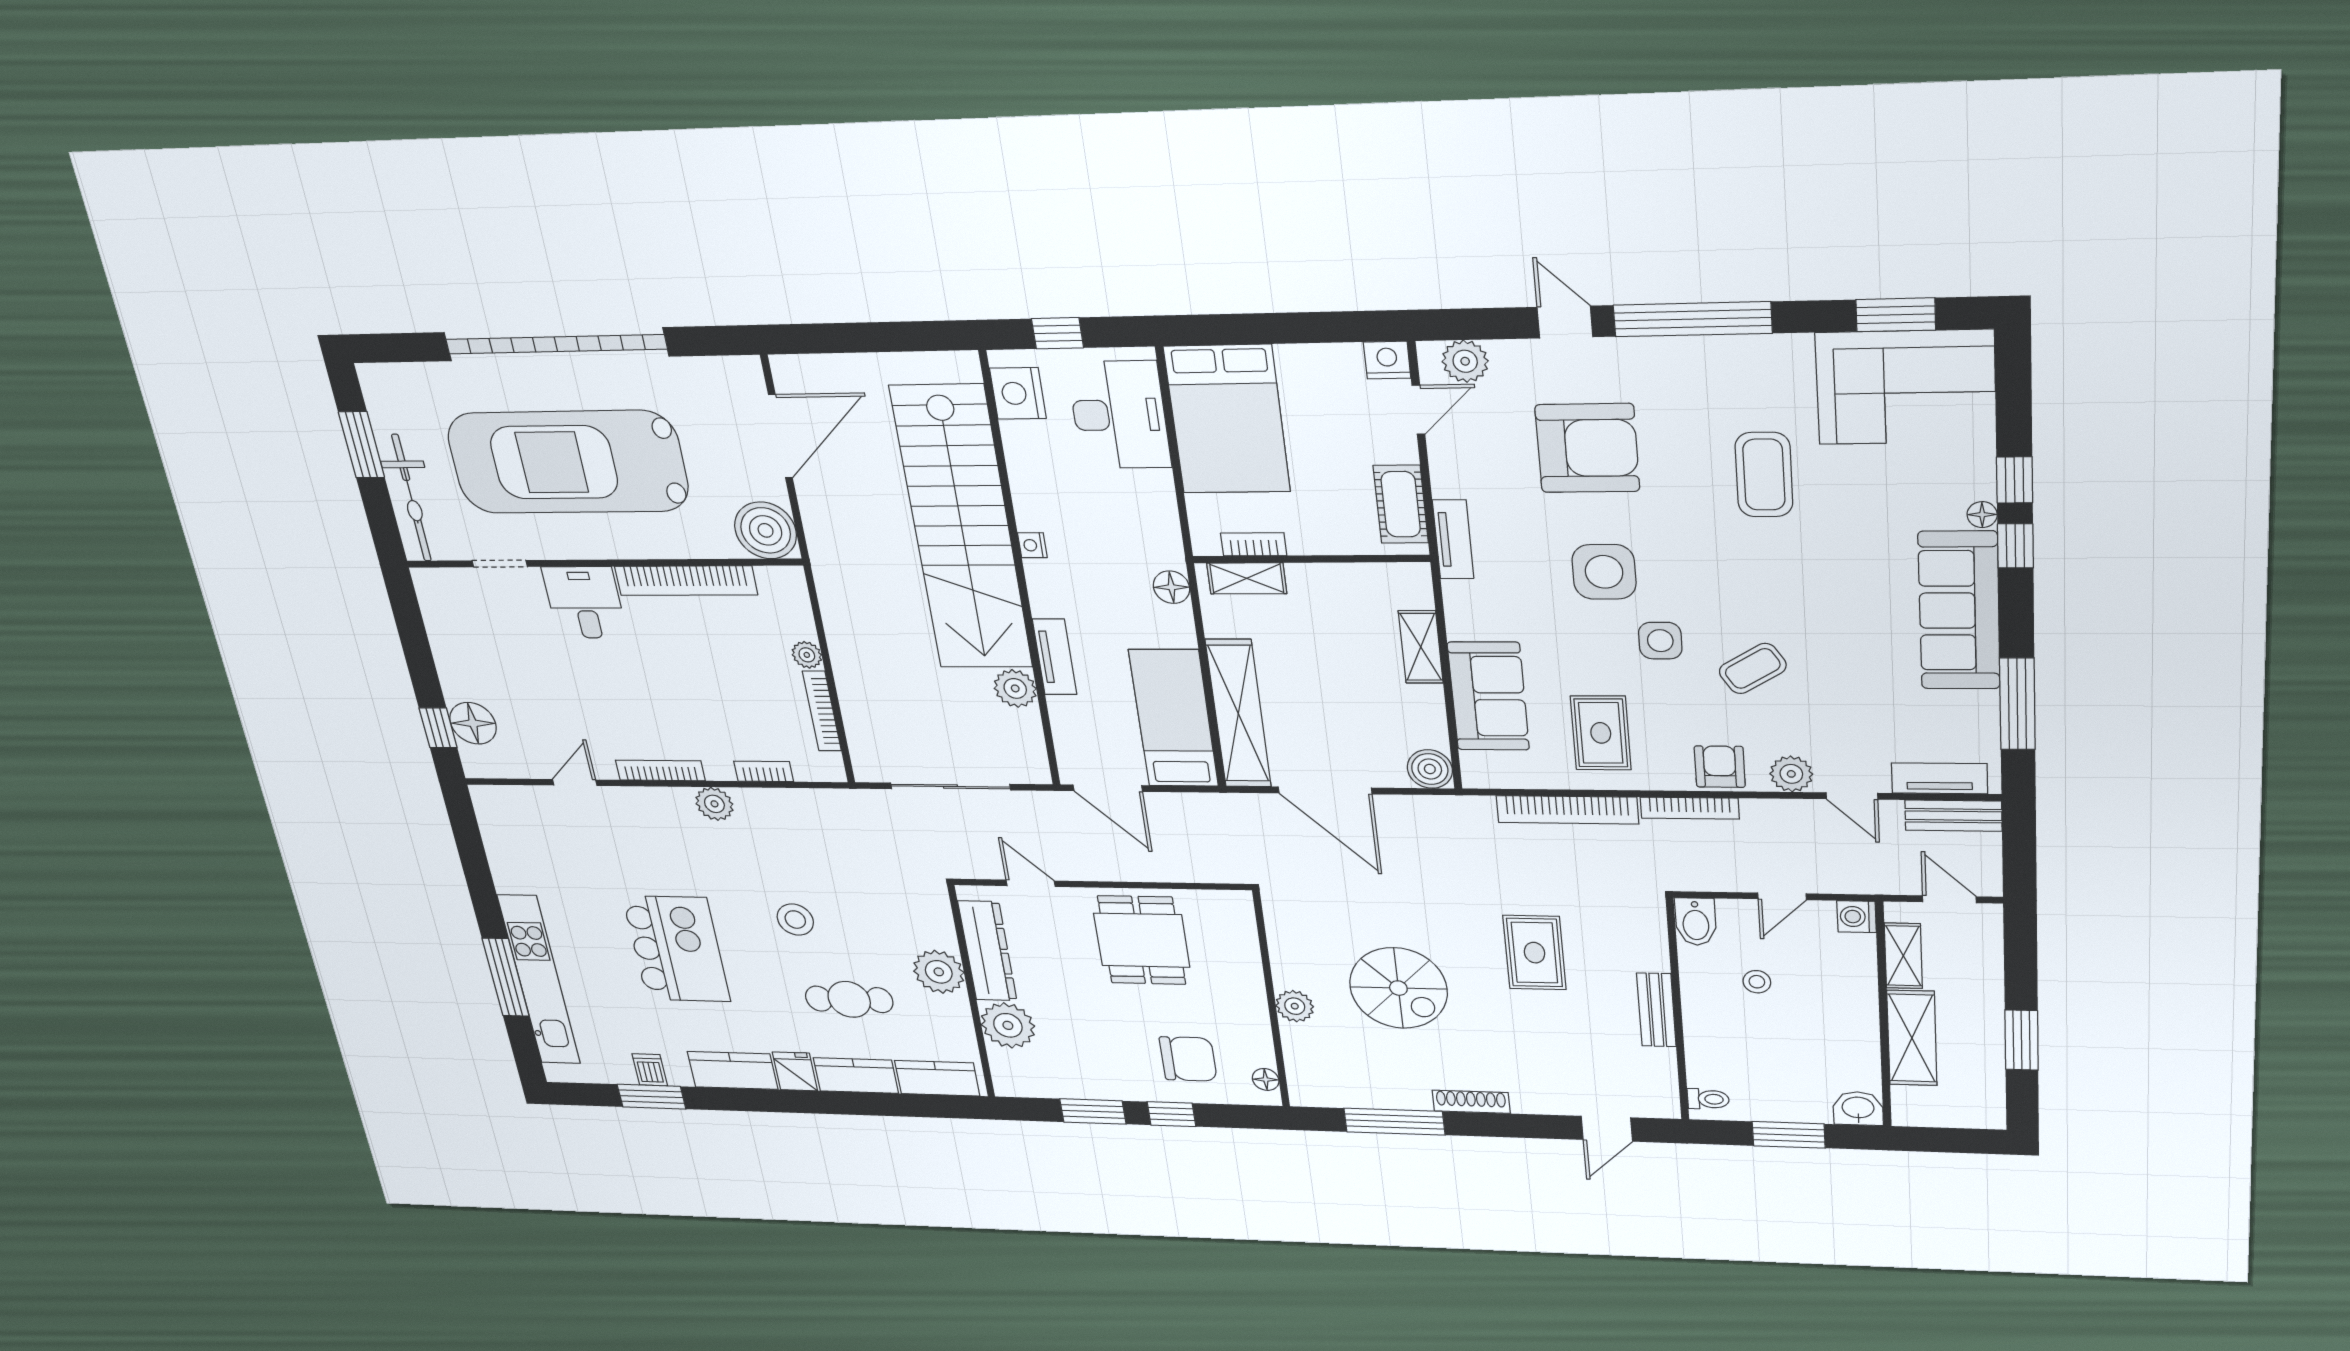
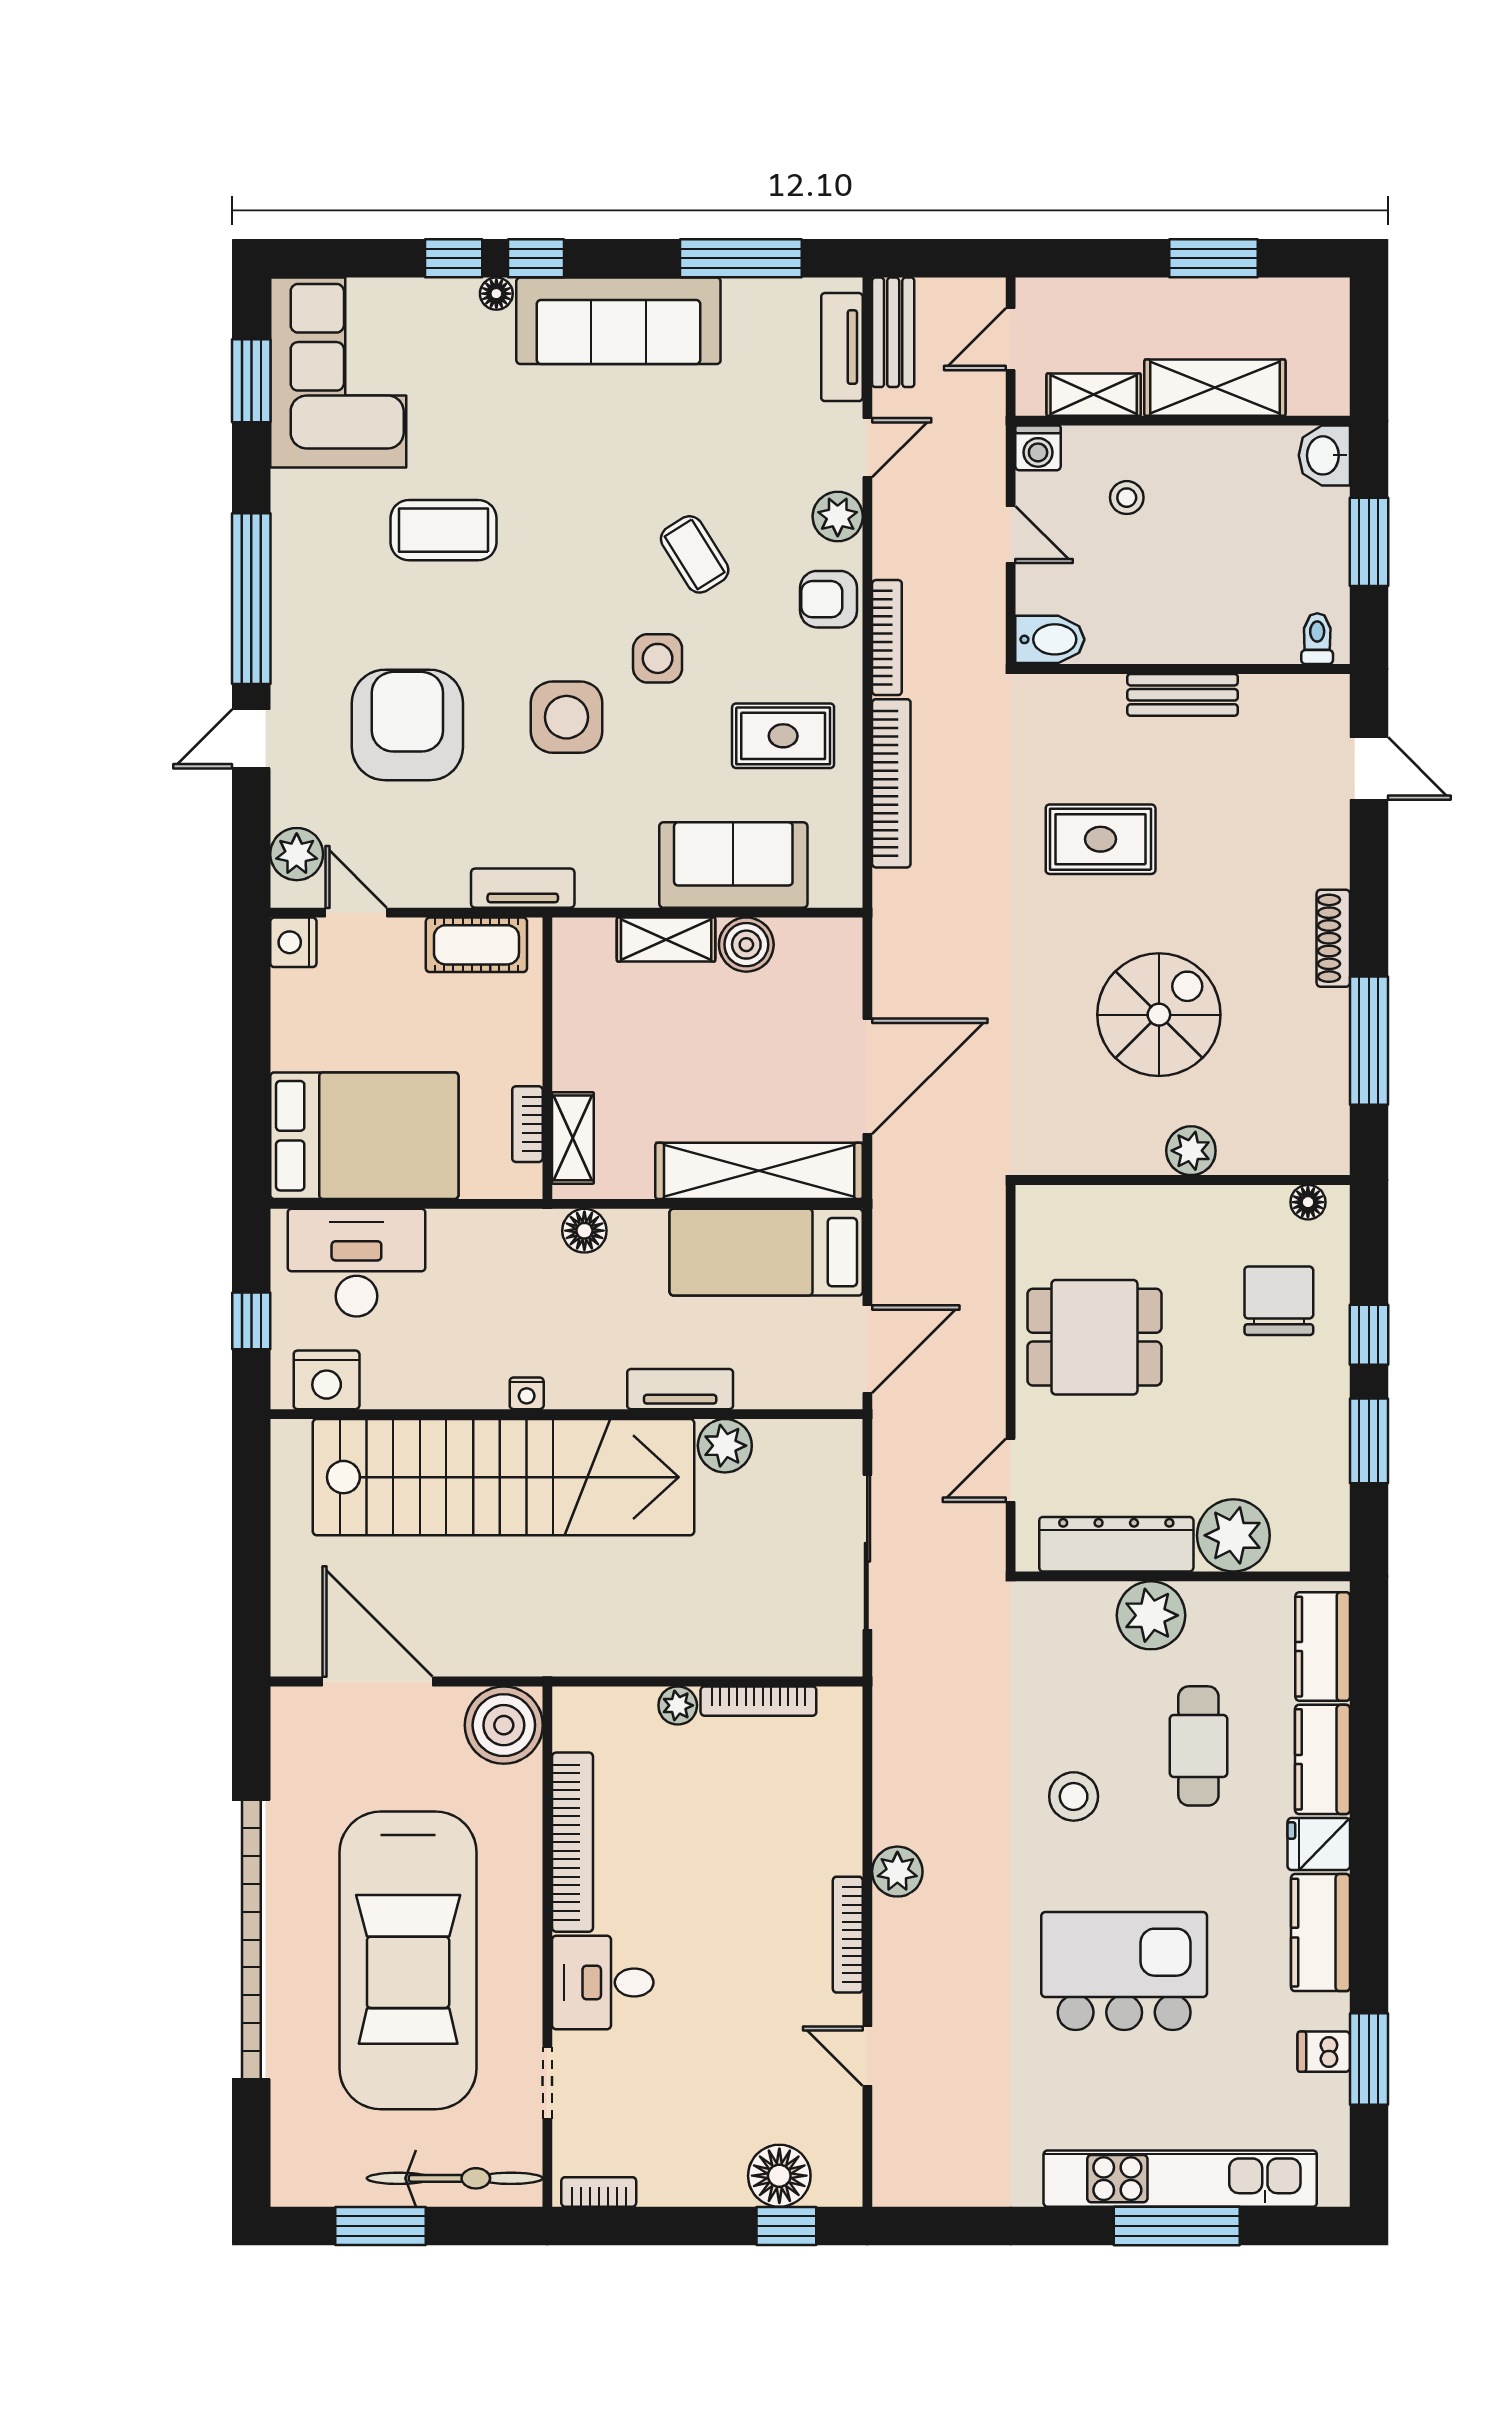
boiler: (1430, 769) -> (746, 945), moved
bookcase: (764, 771) -> (599, 2192), moved, turned 90
stool: (1757, 982) -> (1127, 498), moved

